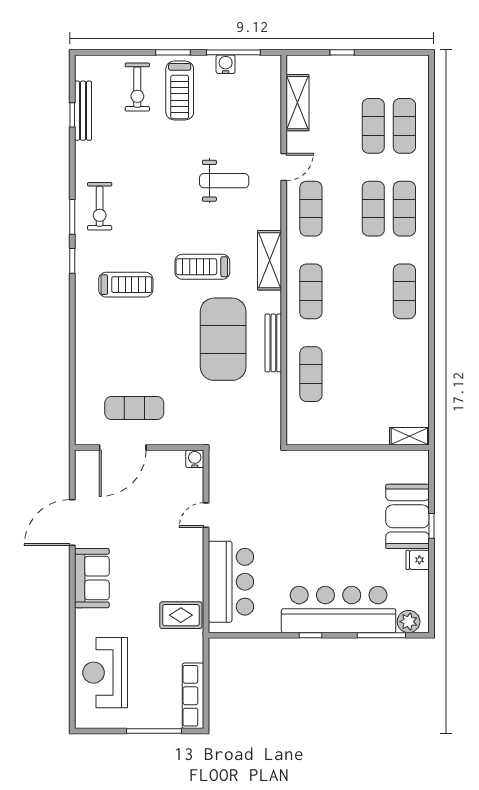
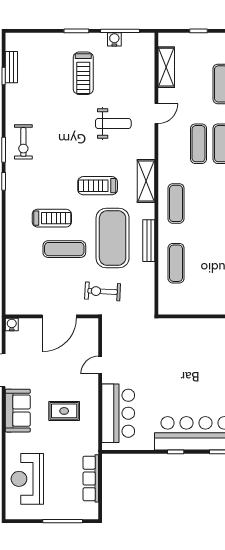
exercise bike: (137, 87) -> (103, 291), moved, turned 93
treadmill: (180, 91) -> (83, 73), moved
bench: (83, 111) -> (11, 67), width x0.73
exercise mat: (311, 209) -> (199, 144), moved
treadmill: (126, 285) -> (52, 218), moved
exercise mat: (134, 408) -> (64, 249), moved
door: (123, 448) -> (59, 316), moved
water cooler: (195, 459) -> (12, 324), moved
rug: (181, 615) -> (64, 411), moved
row of seats: (193, 696) -> (91, 478), moved

